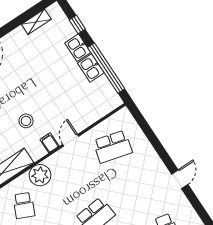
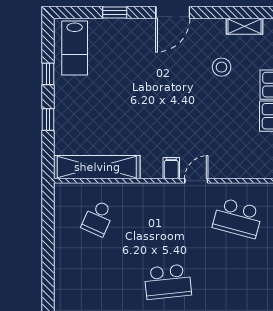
stool: (26, 121) -> (222, 67), moved
plant: (40, 175) -> (137, 197), removed

